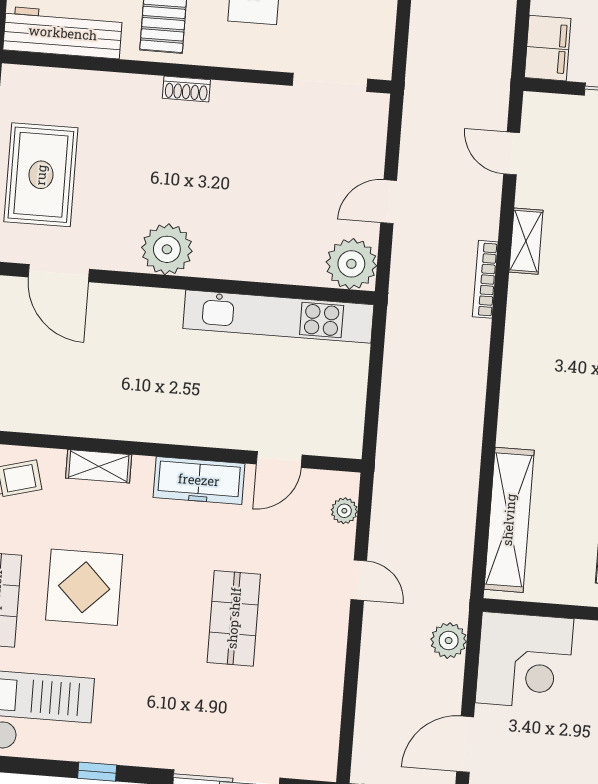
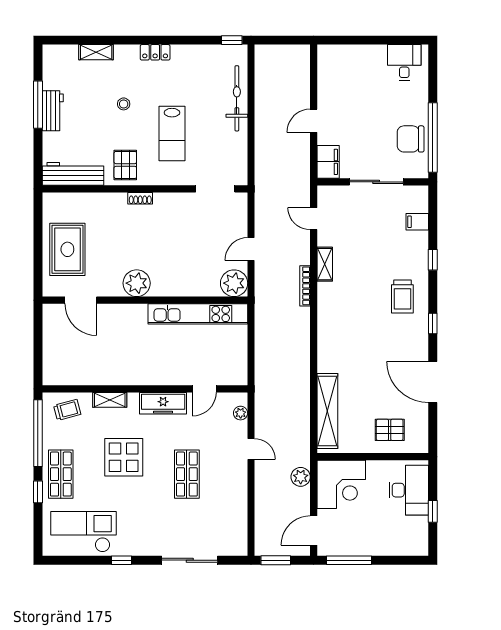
display table: (84, 587) -> (124, 457), moved

